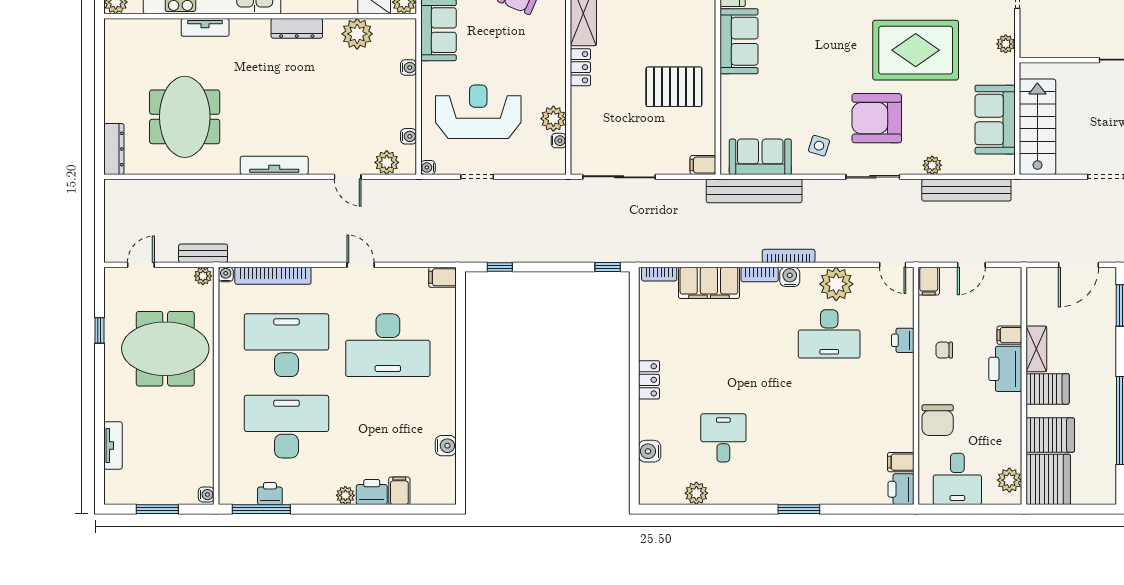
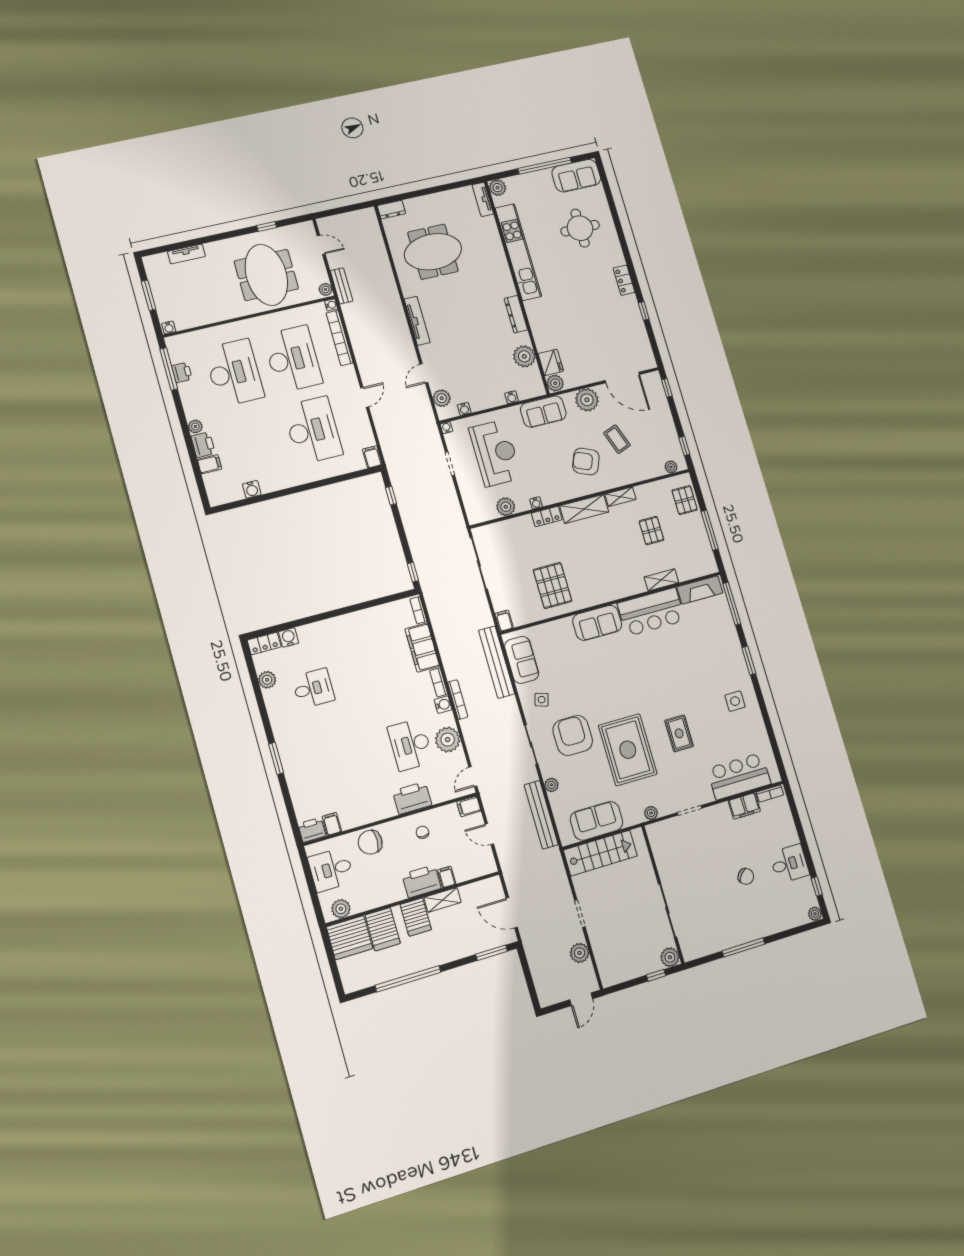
tv unit: (205, 27) -> (483, 199), moved
water cooler: (559, 141) -> (536, 503), moved
dresser: (114, 149) -> (391, 210), width x0.70
printer: (903, 340) -> (412, 798), width x1.87, depth x1.48
desk: (388, 345) -> (313, 430), turned 180
locker: (649, 380) -> (264, 643), moved

